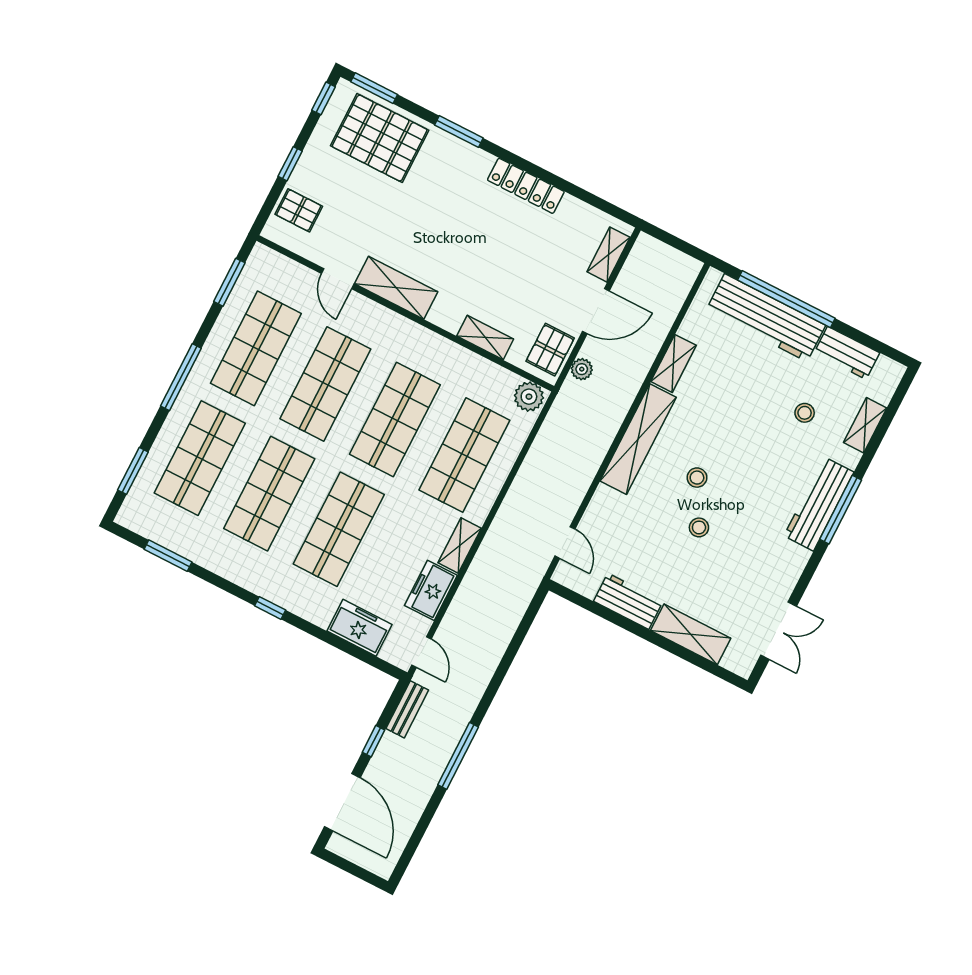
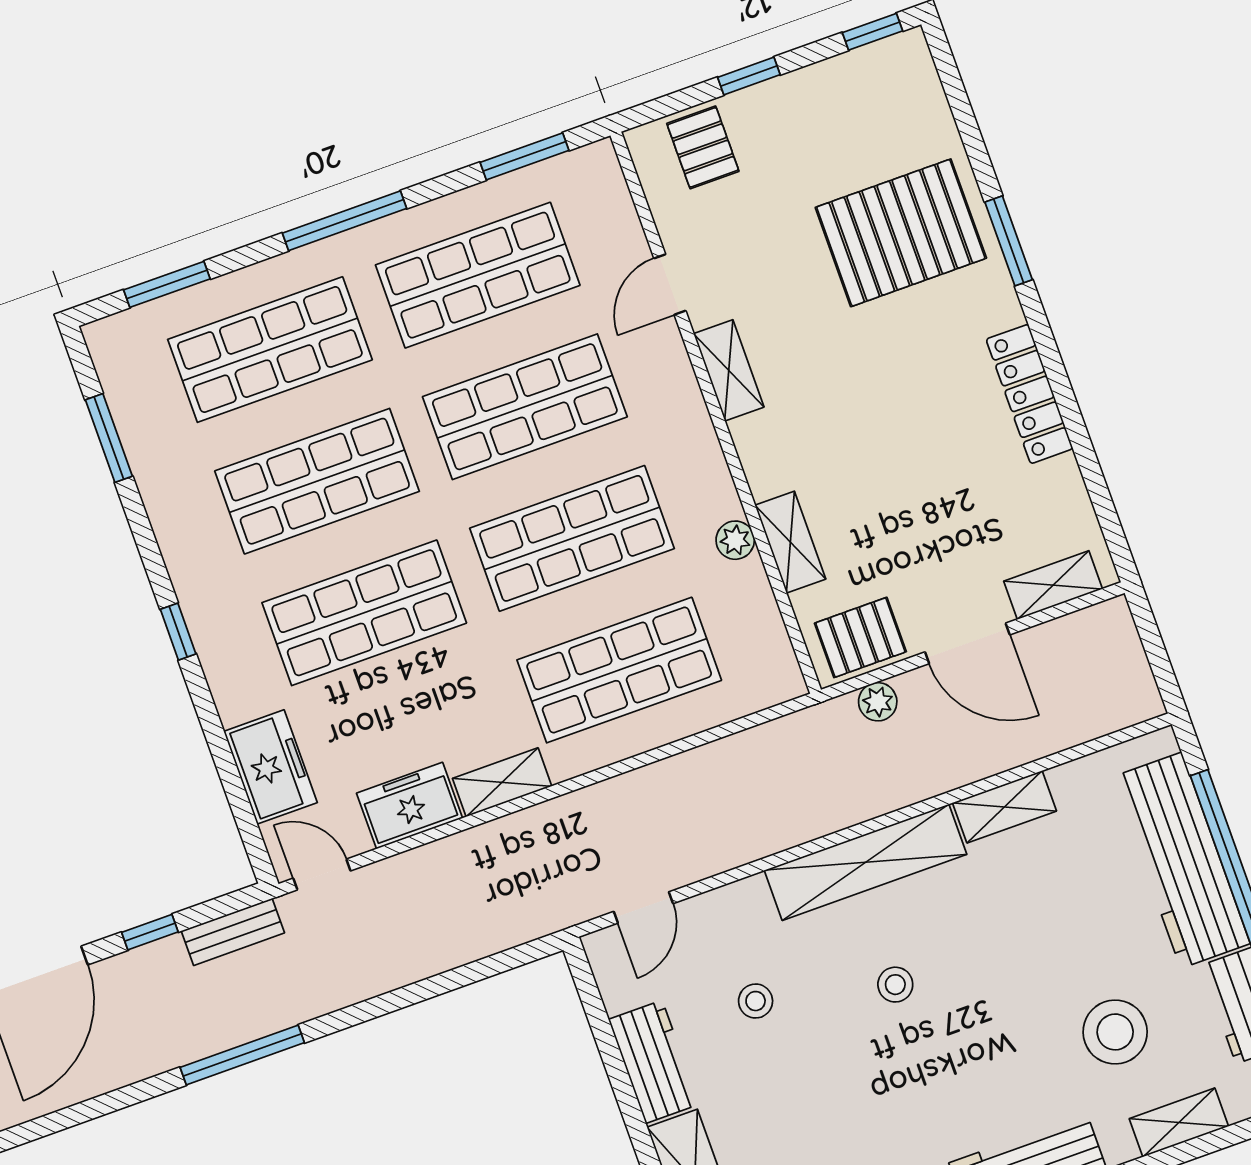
window: (374, 88) -> (951, 80), removed
pallet: (380, 138) -> (901, 233), moved, turned 90
shelving: (396, 288) -> (729, 370), width x0.67, depth x0.75
plant: (529, 397) -> (735, 540), moved, width x0.73, depth x0.73
stool: (805, 413) -> (1115, 1032), width x1.89, depth x1.89
stool: (699, 527) -> (756, 1001), moved
door: (421, 652) -> (322, 875), swing flipped

